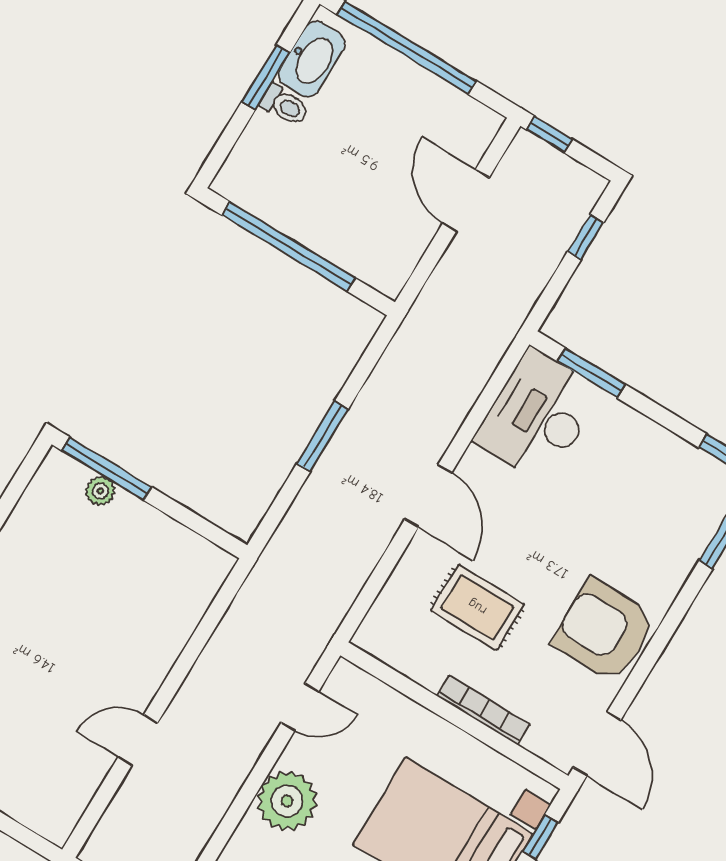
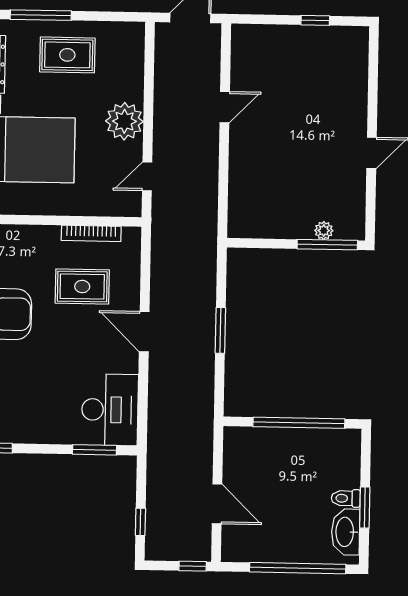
bookcase: (483, 710) -> (91, 233), moved

